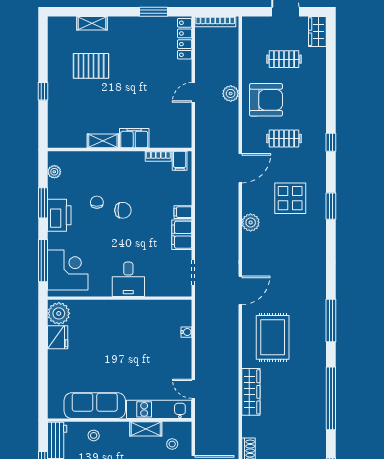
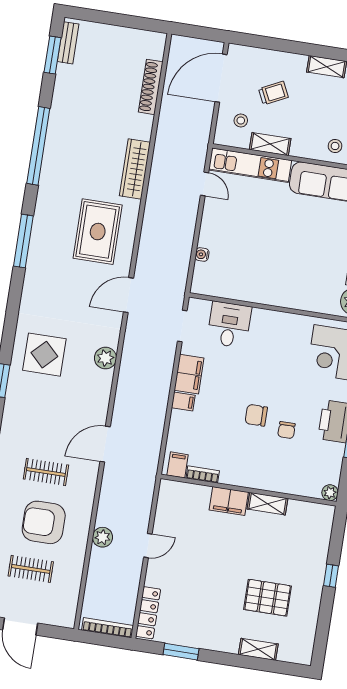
armchair: (266, 100) -> (44, 522), moved
plant: (54, 172) -> (330, 493), moved
display table: (290, 198) -> (44, 355), moved
plant: (251, 222) -> (105, 358), moved
desk: (128, 279) -> (229, 325), moved

